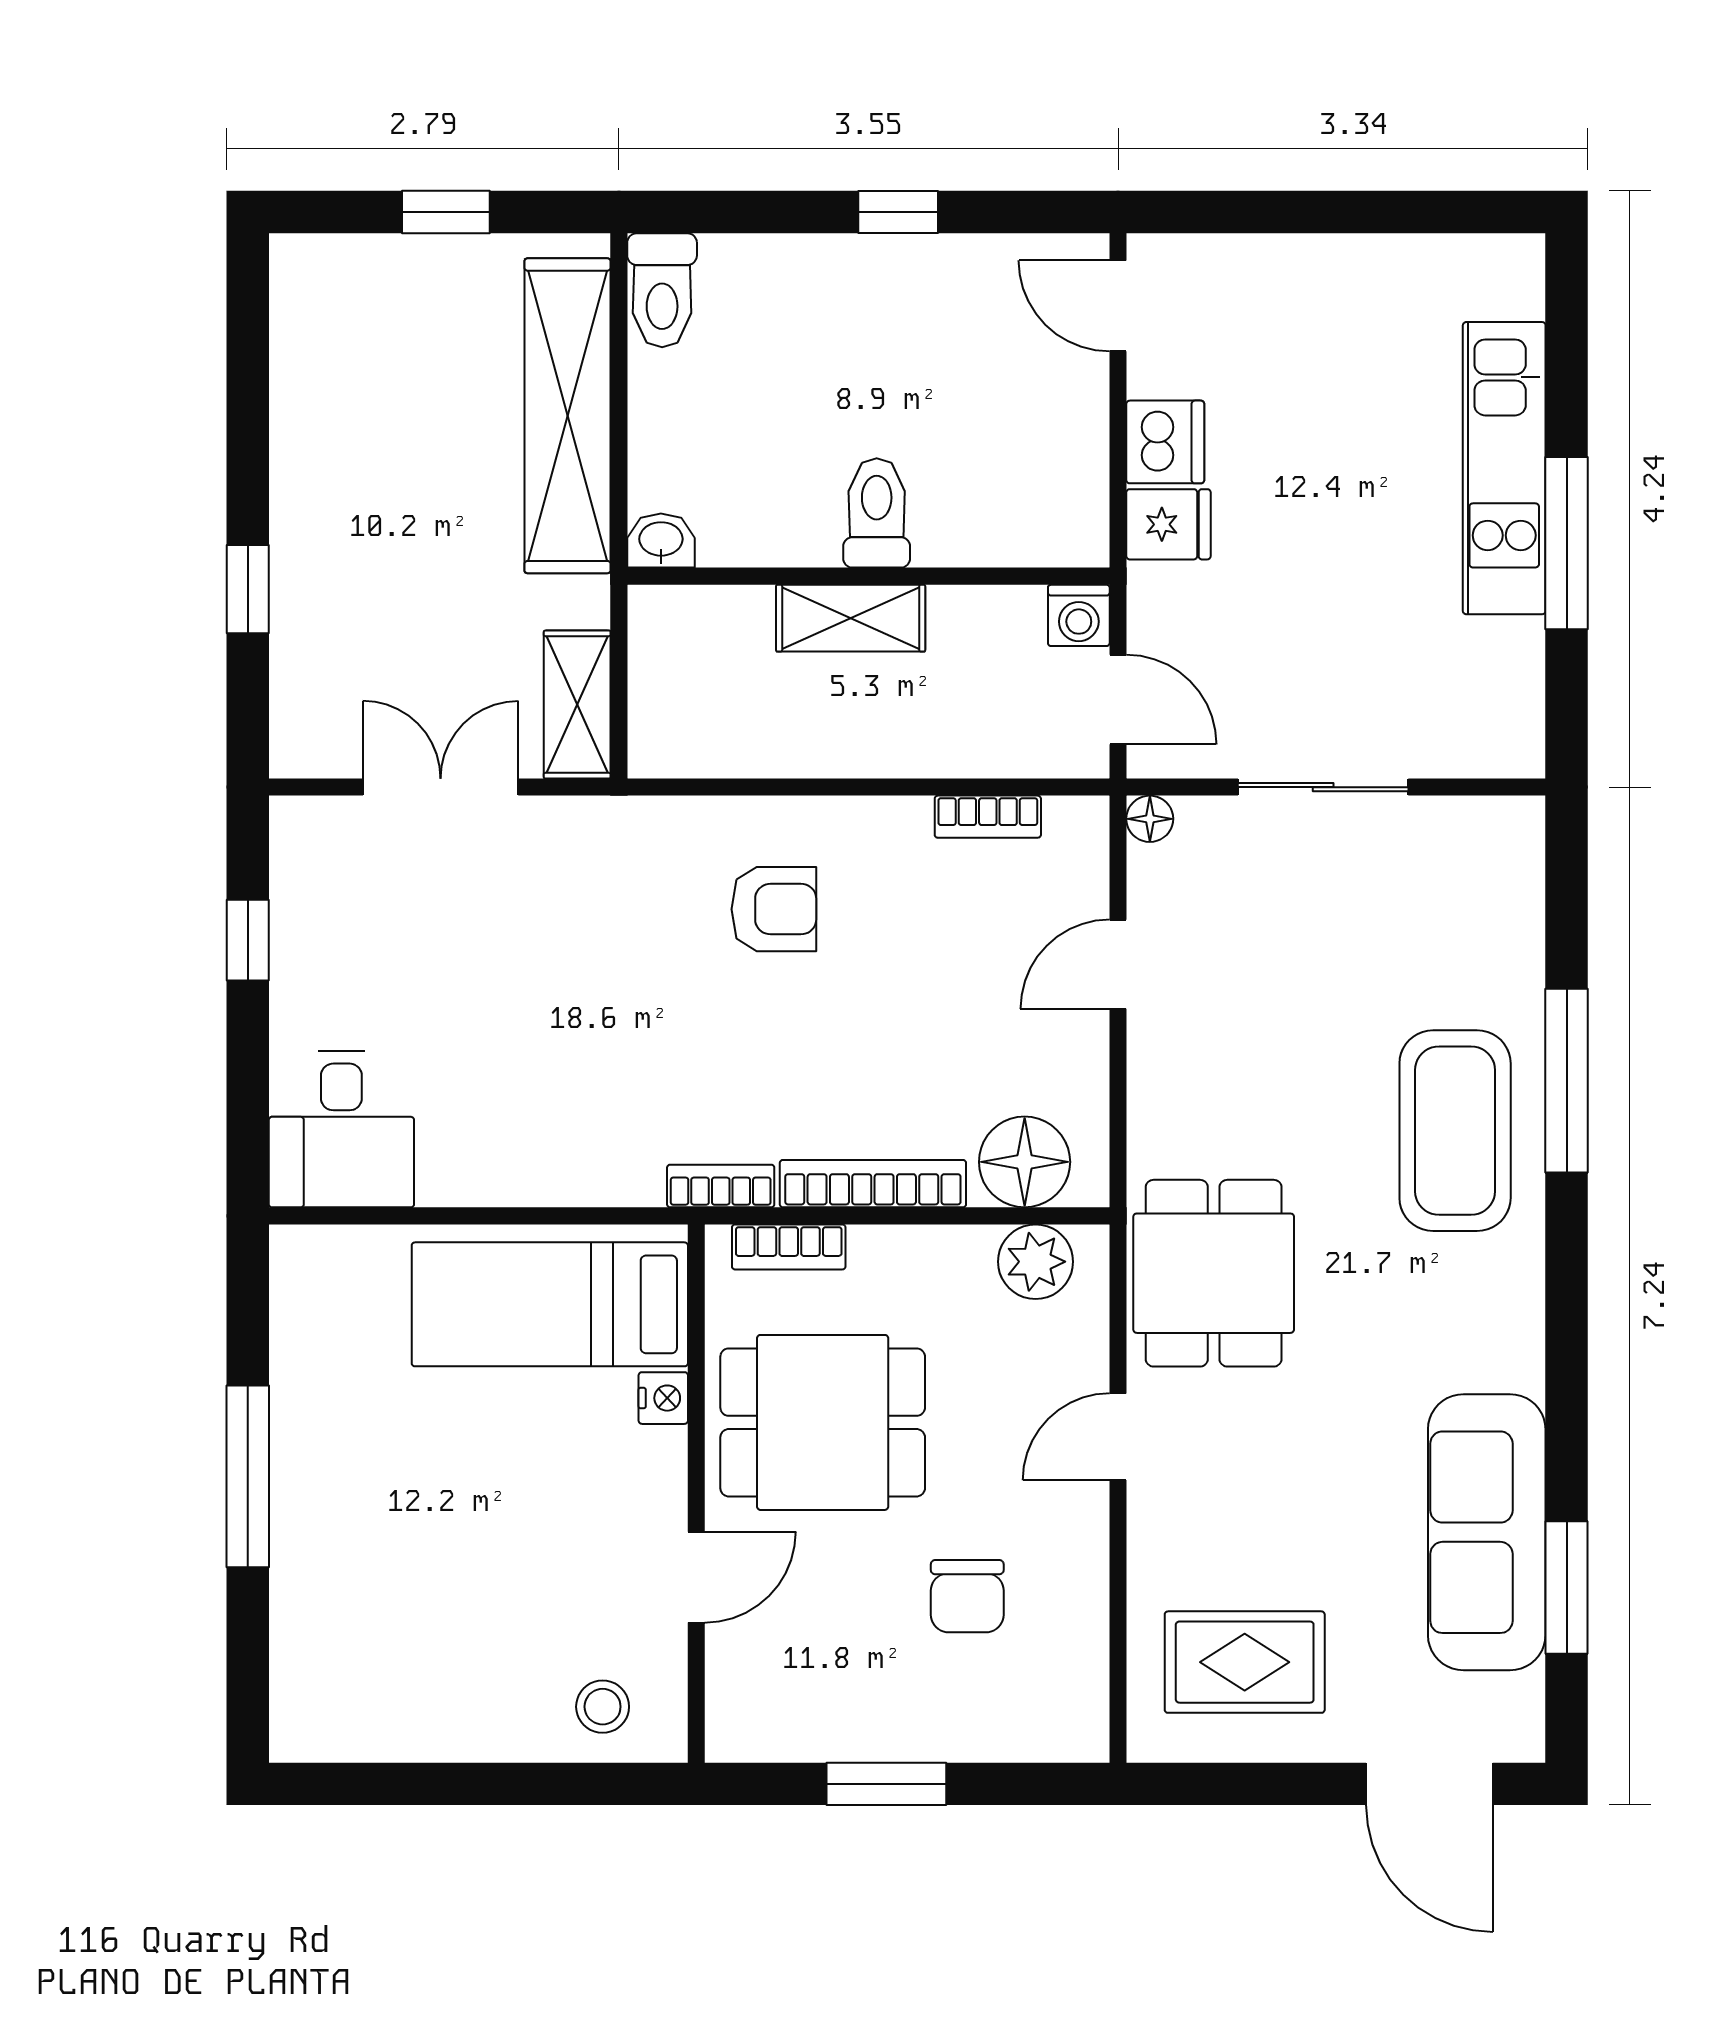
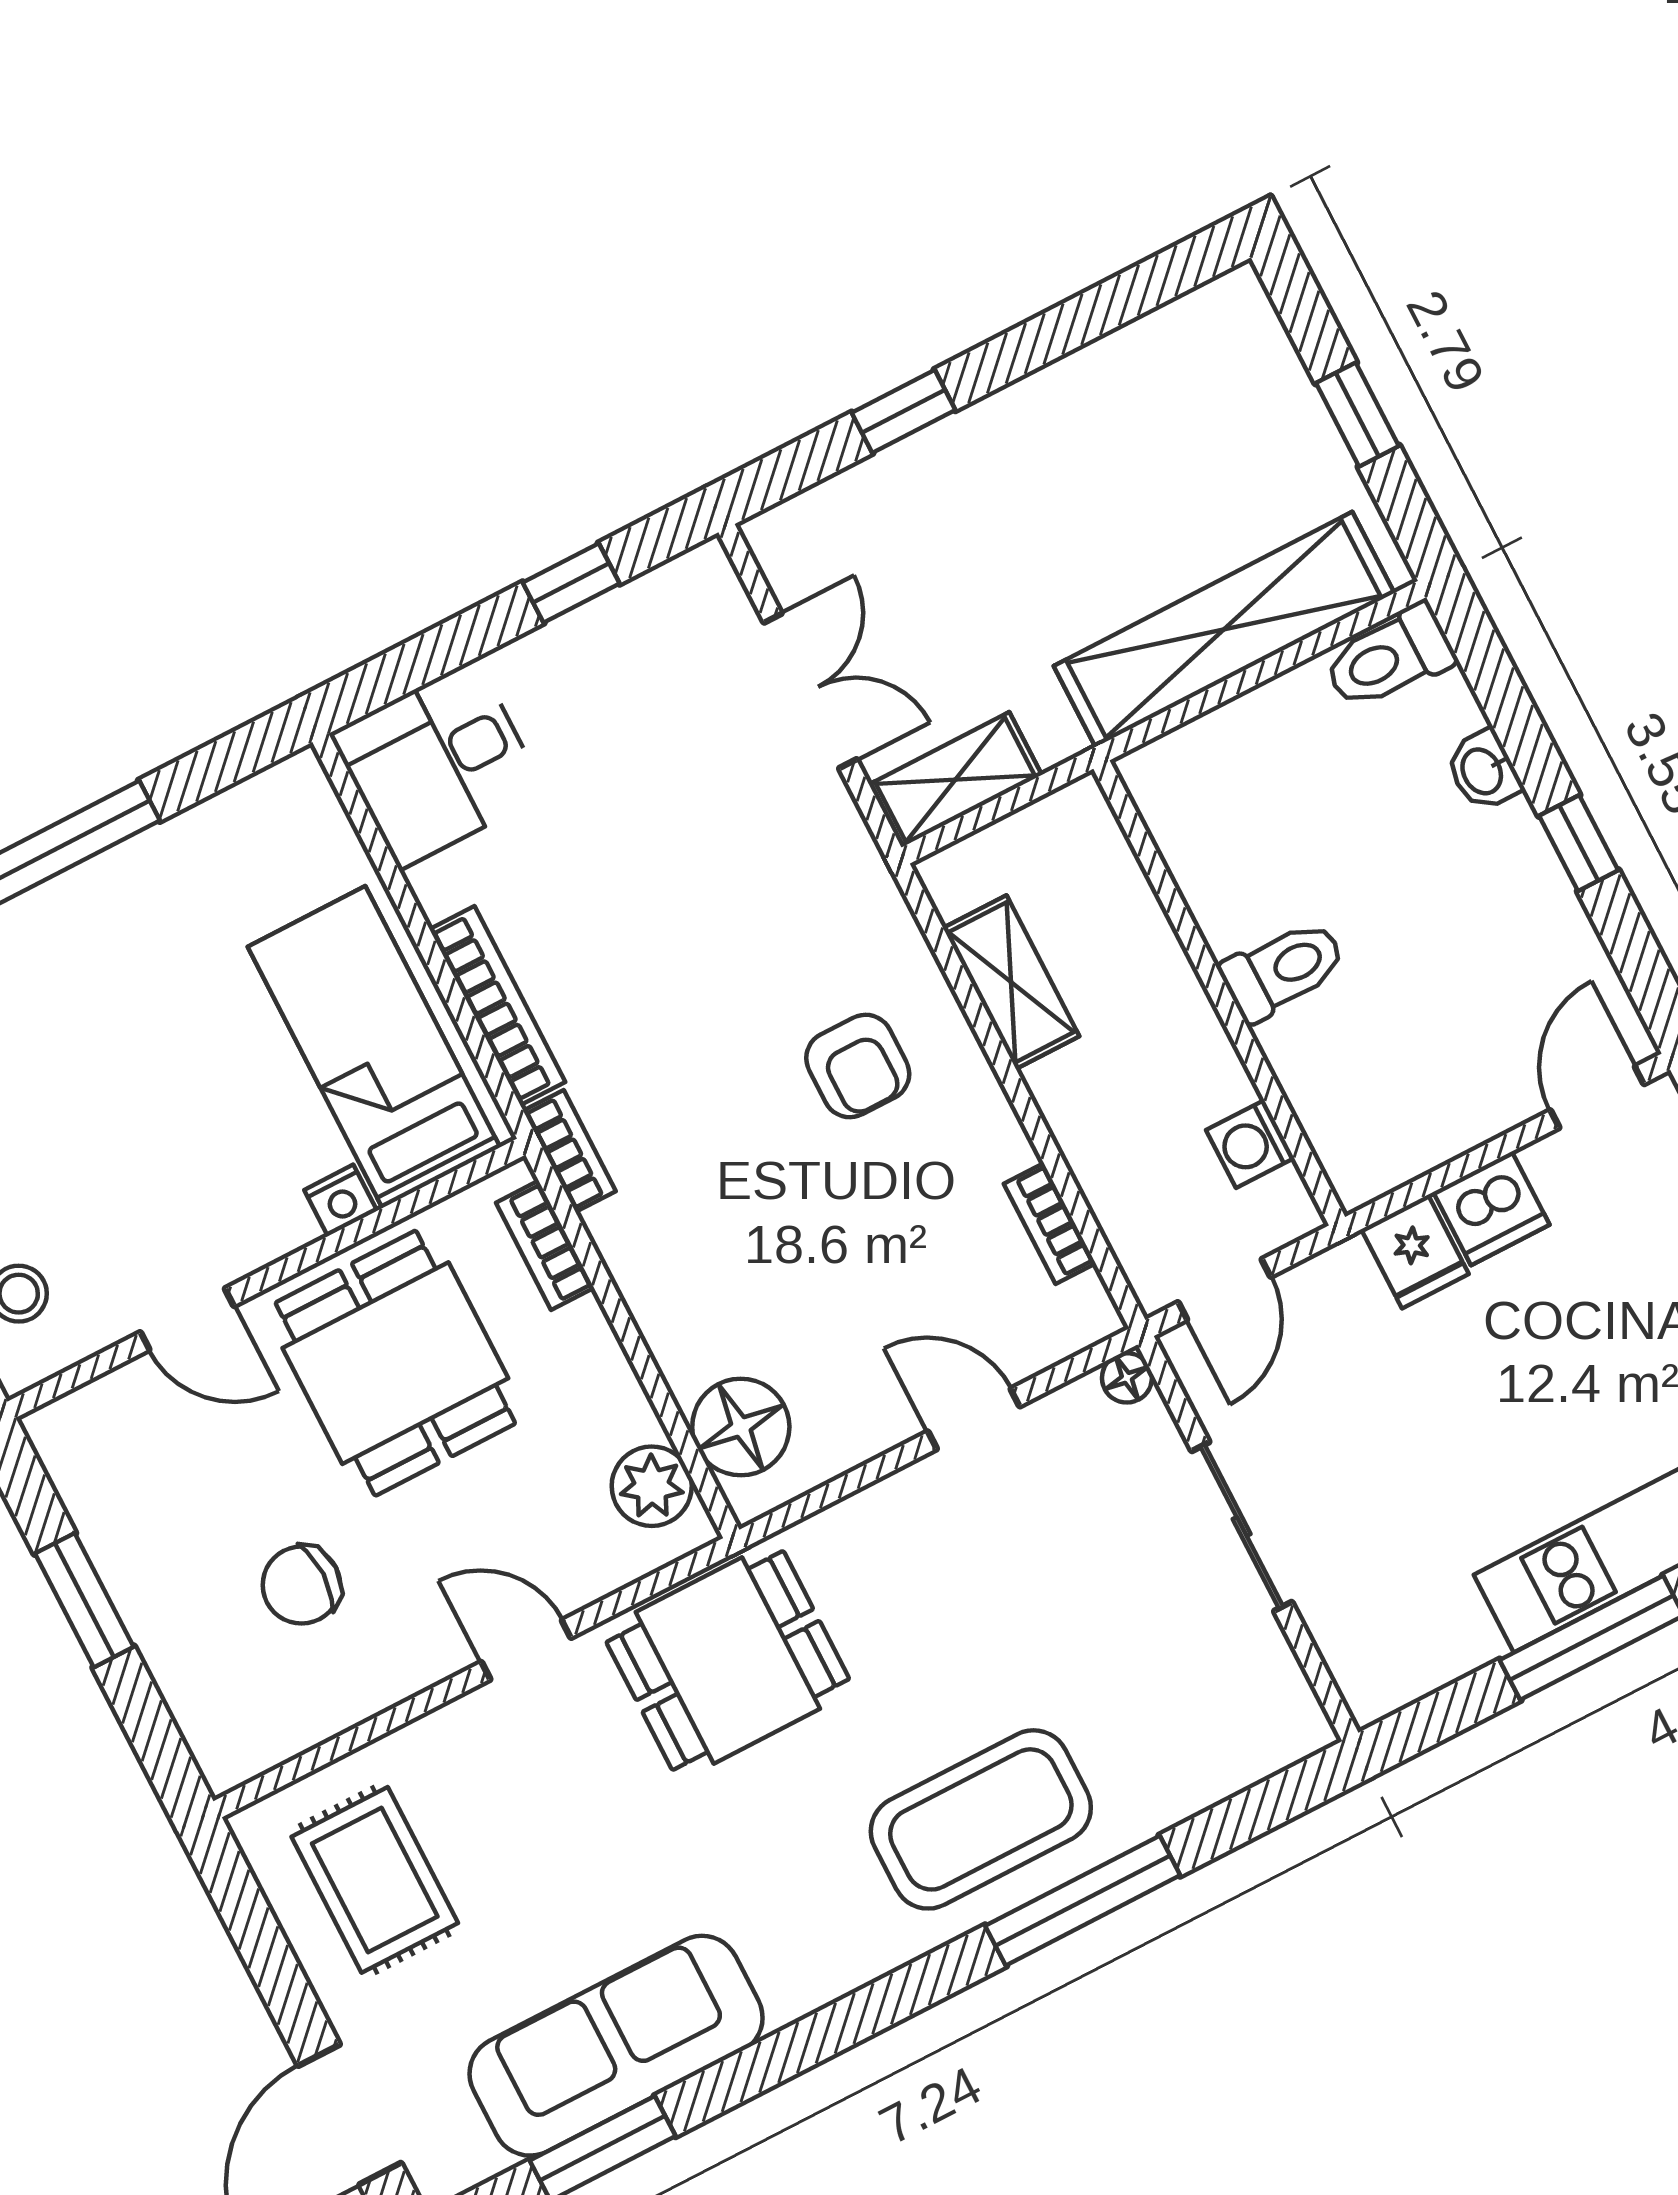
washbasin: (661, 541) -> (1483, 771), moved, turned 180
washing machine: (1079, 615) -> (1250, 1144), moved
shelving: (851, 618) -> (1011, 982), moved
bookcase: (873, 1184) -> (497, 1006), moved

